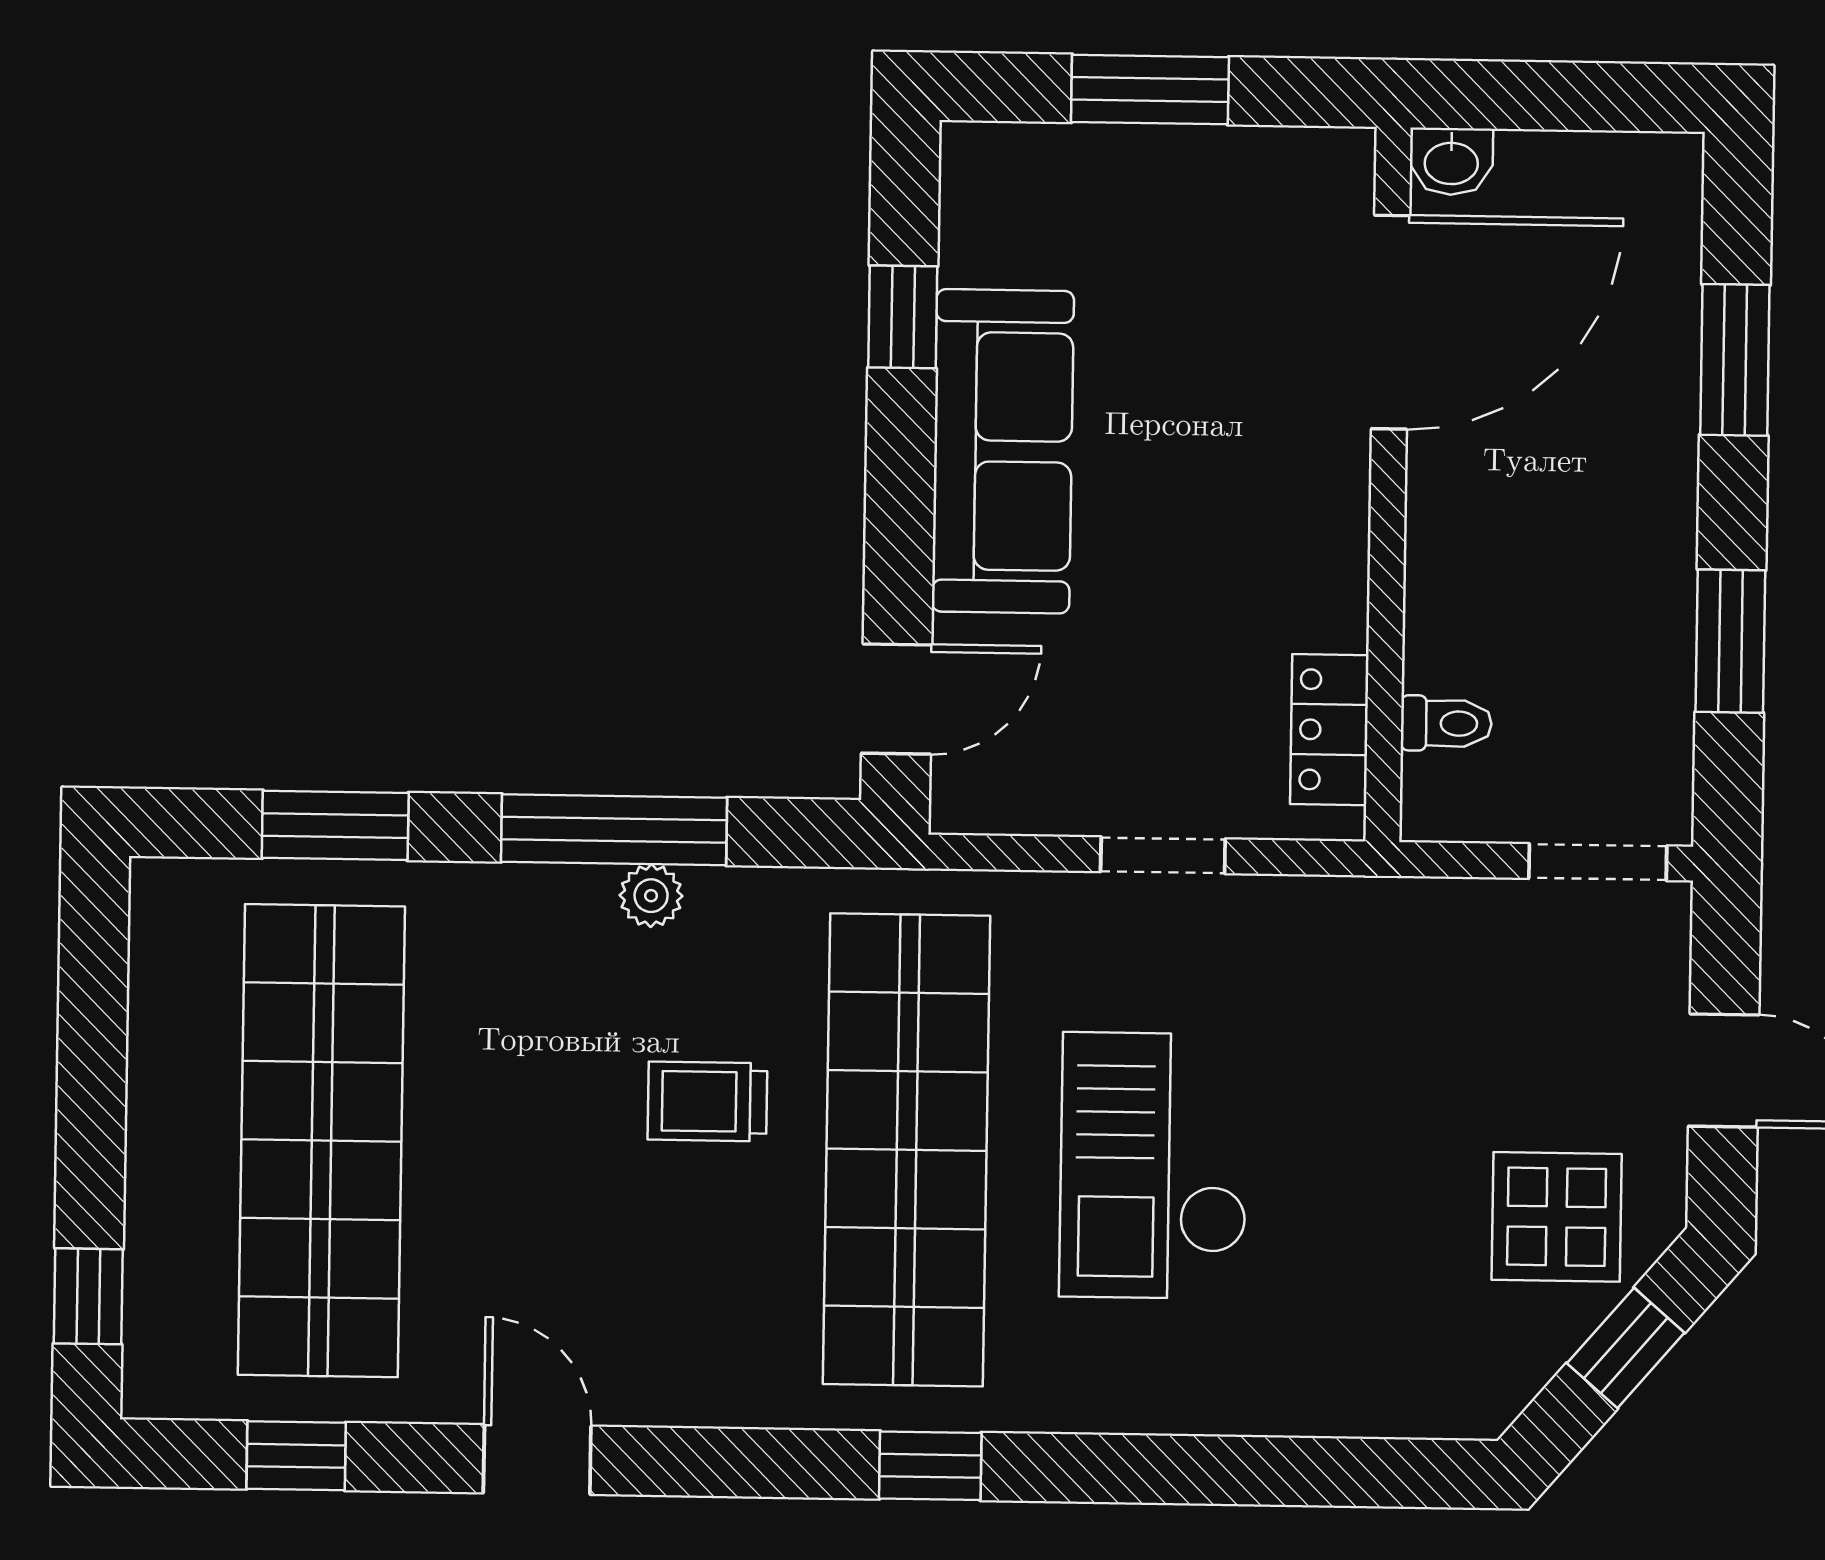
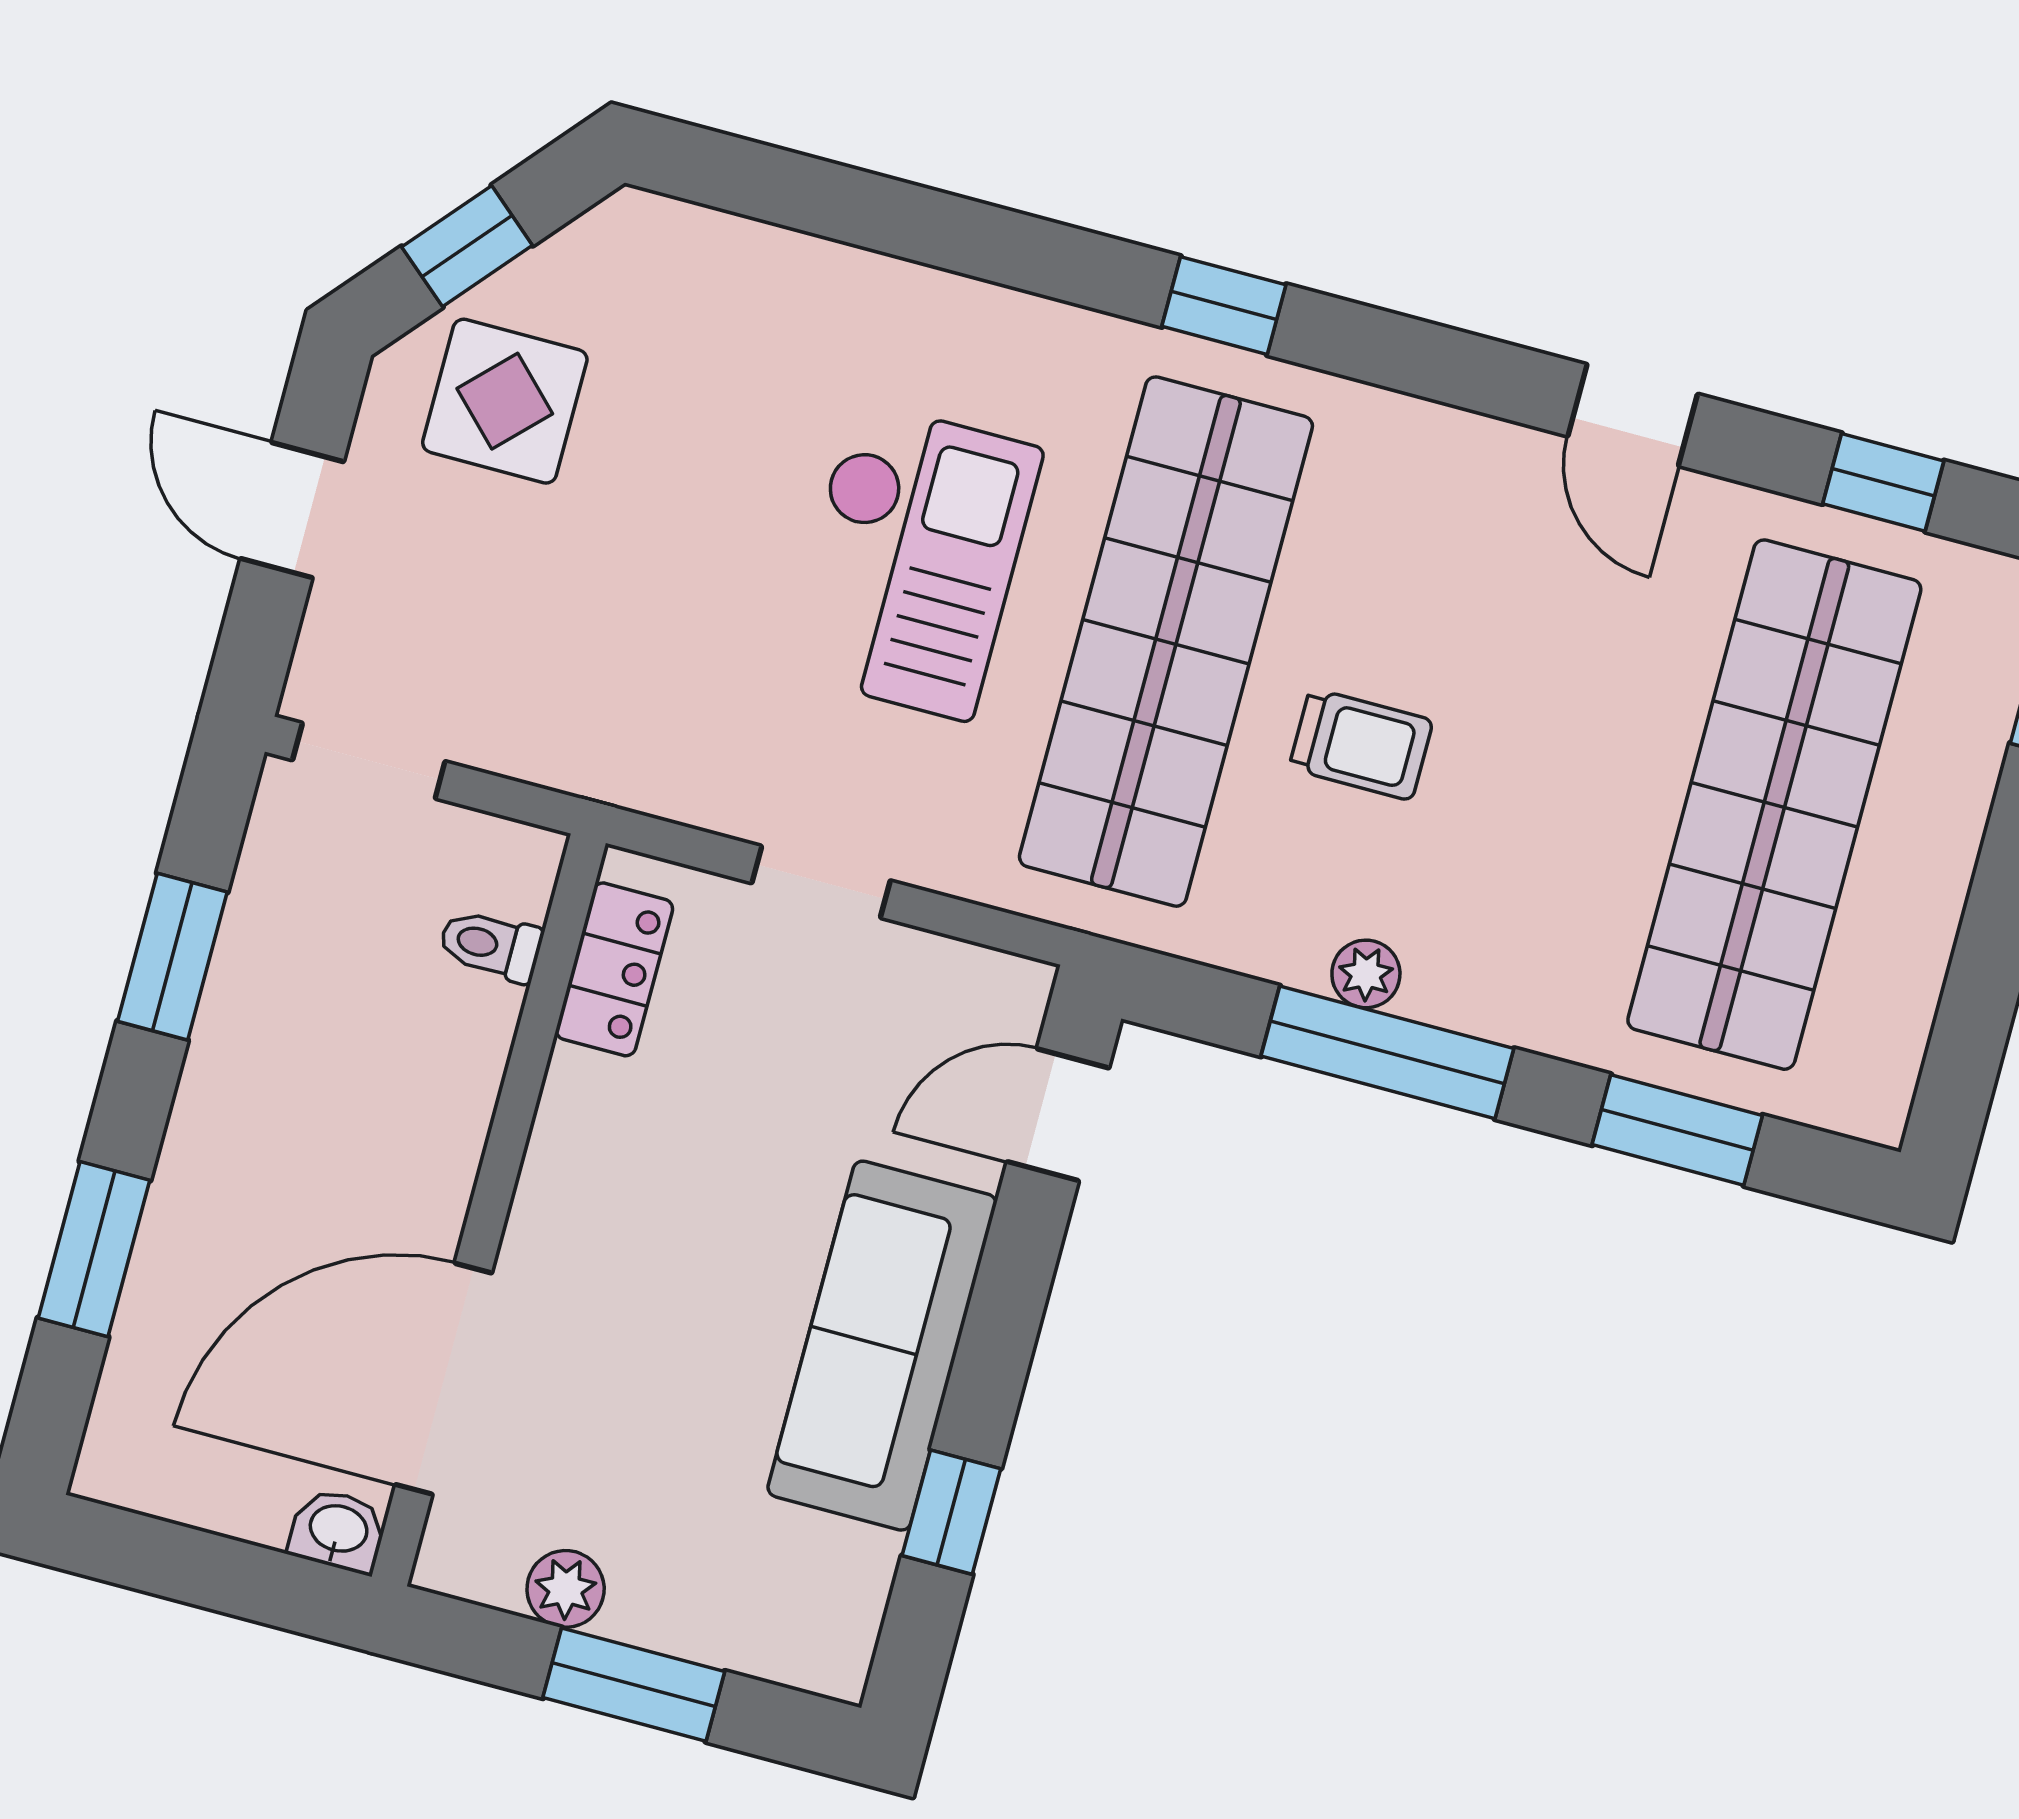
plant: (1233, 160) -> (566, 1589), added

